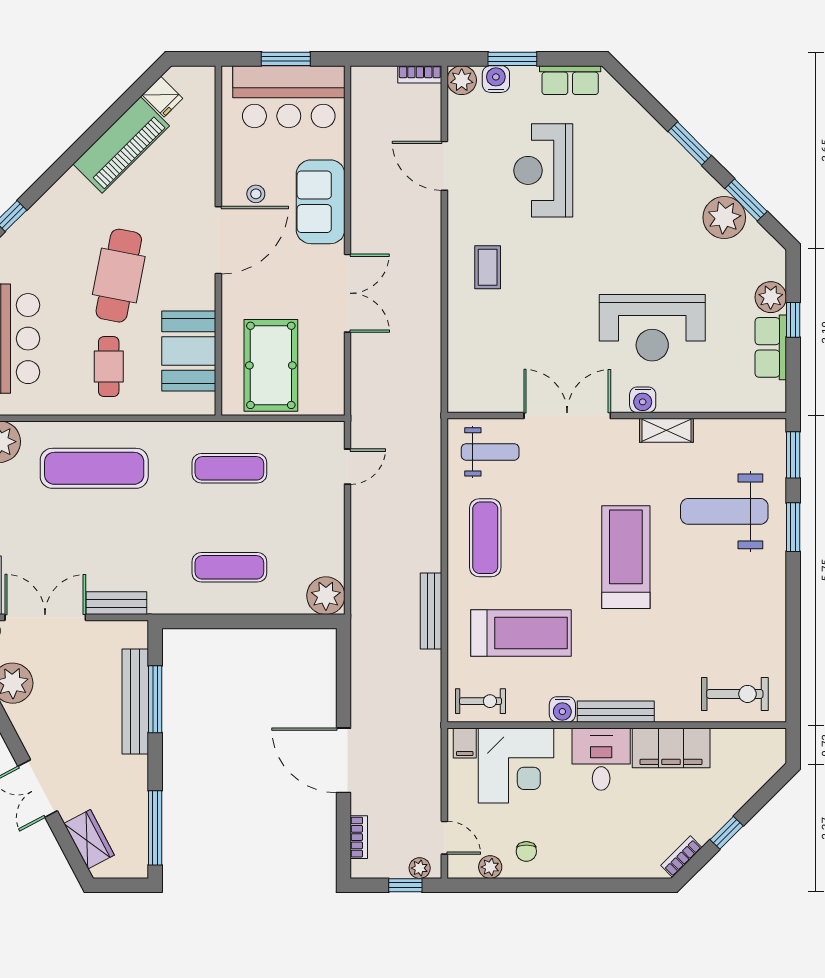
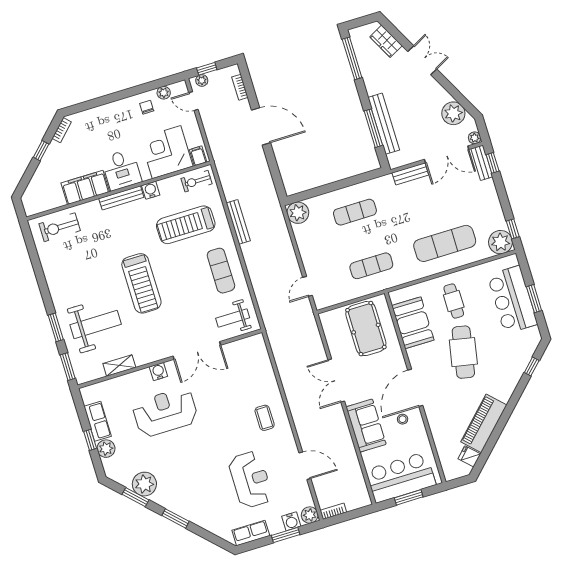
shelving: (666, 430) -> (119, 365), moved

